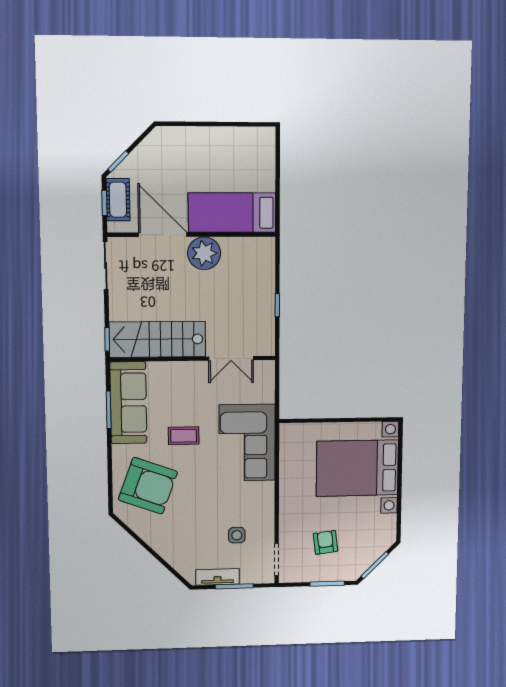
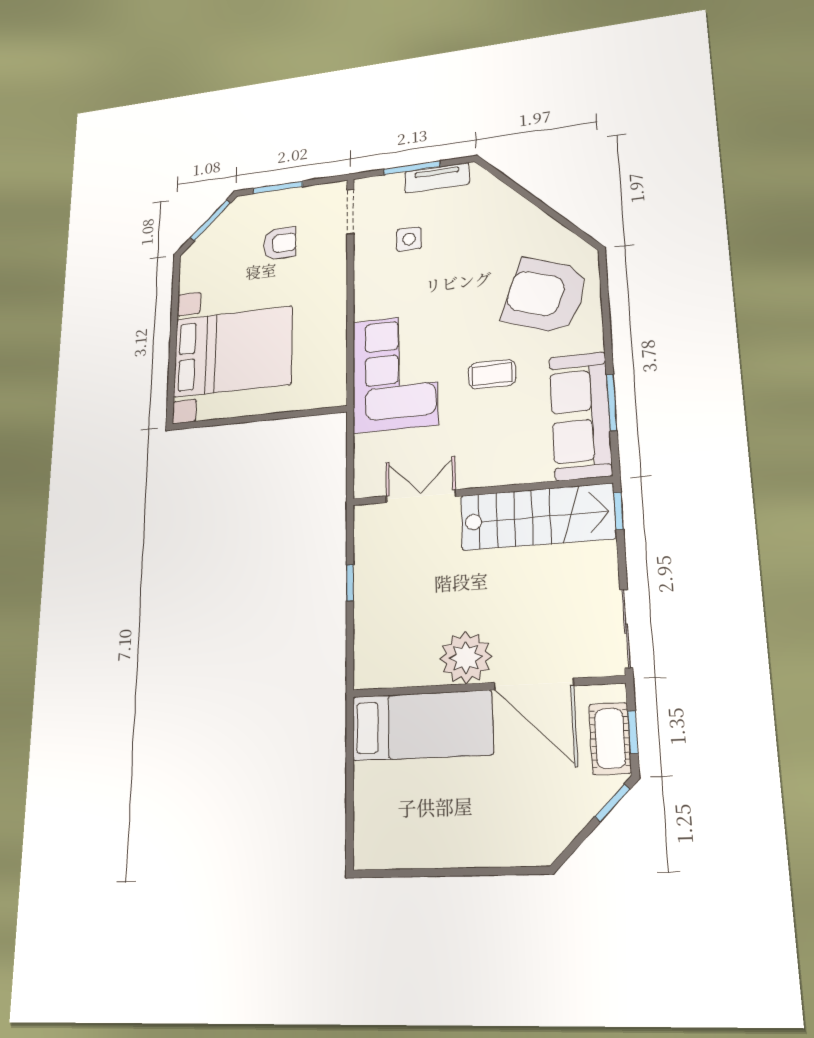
armchair: (325, 542) -> (280, 243), turned -83

